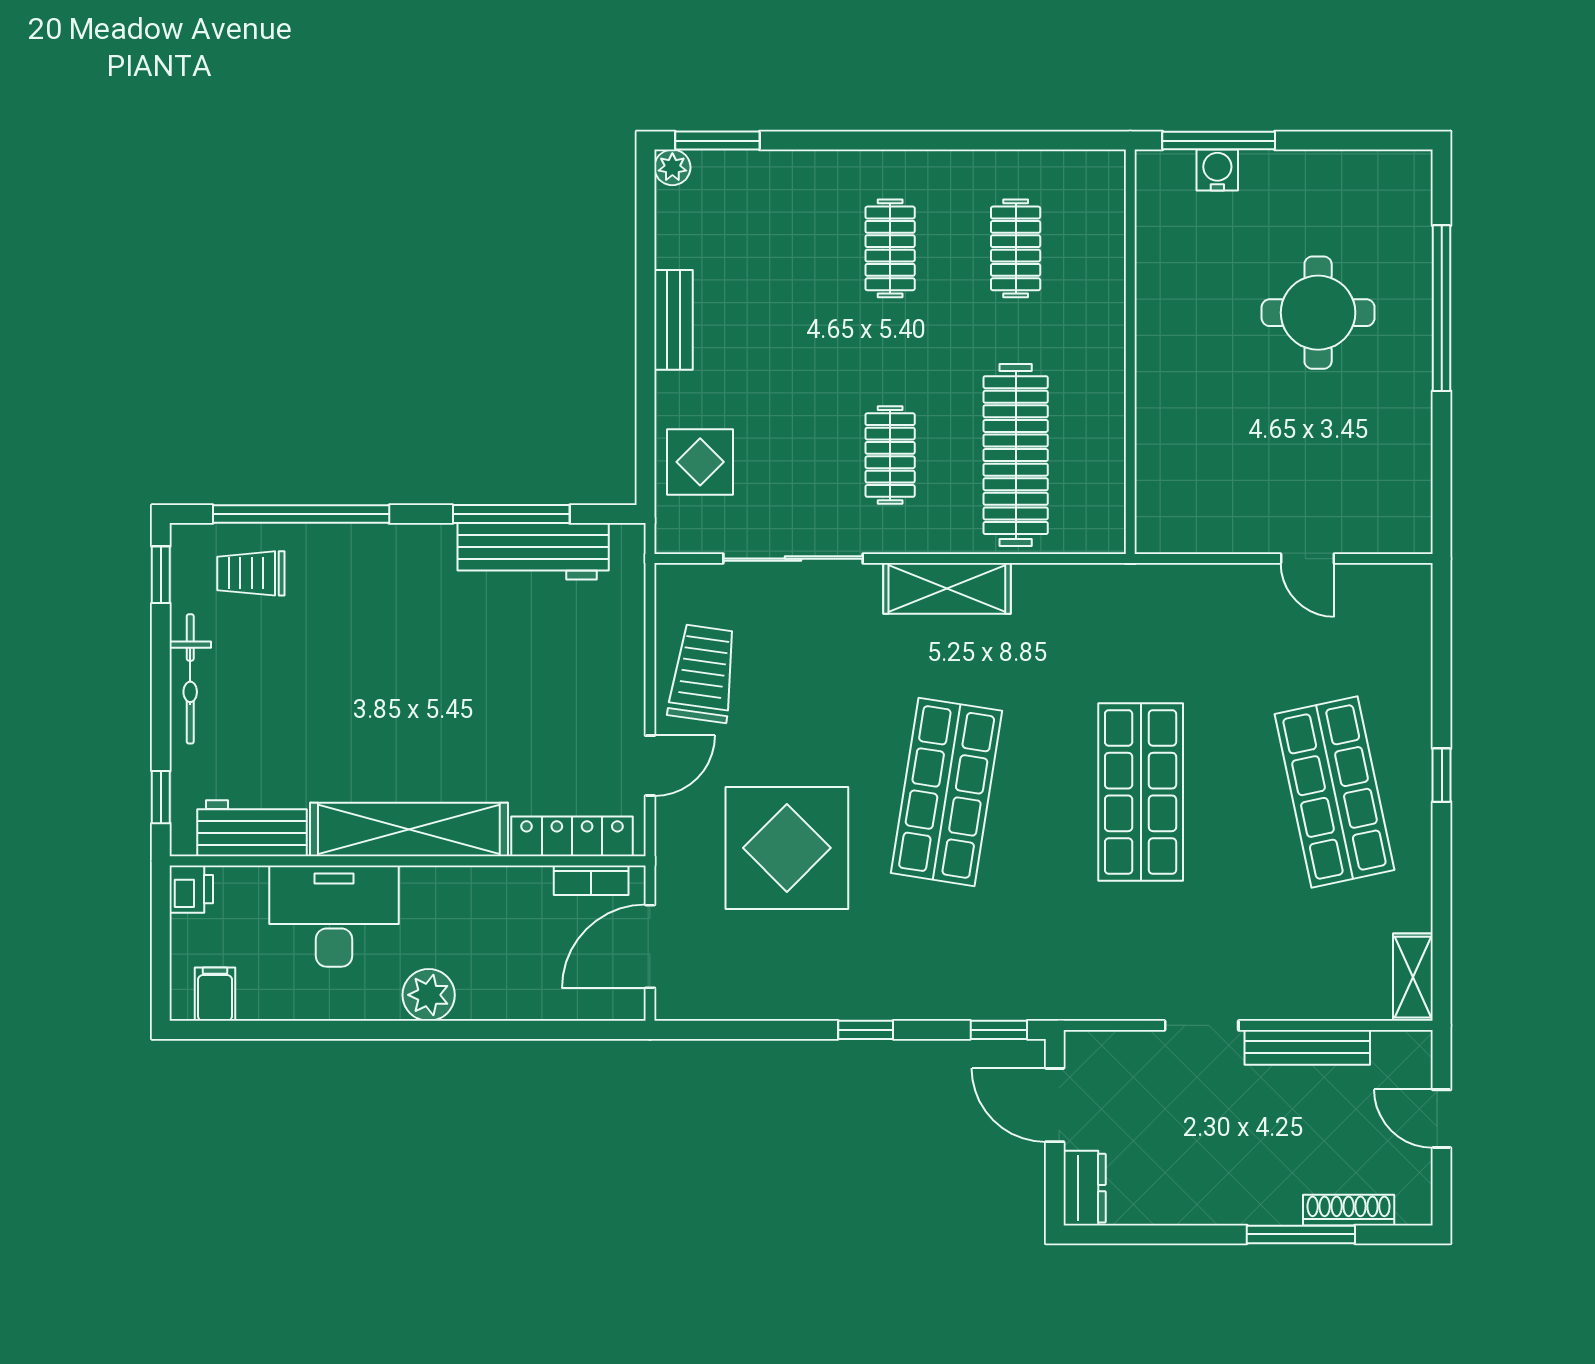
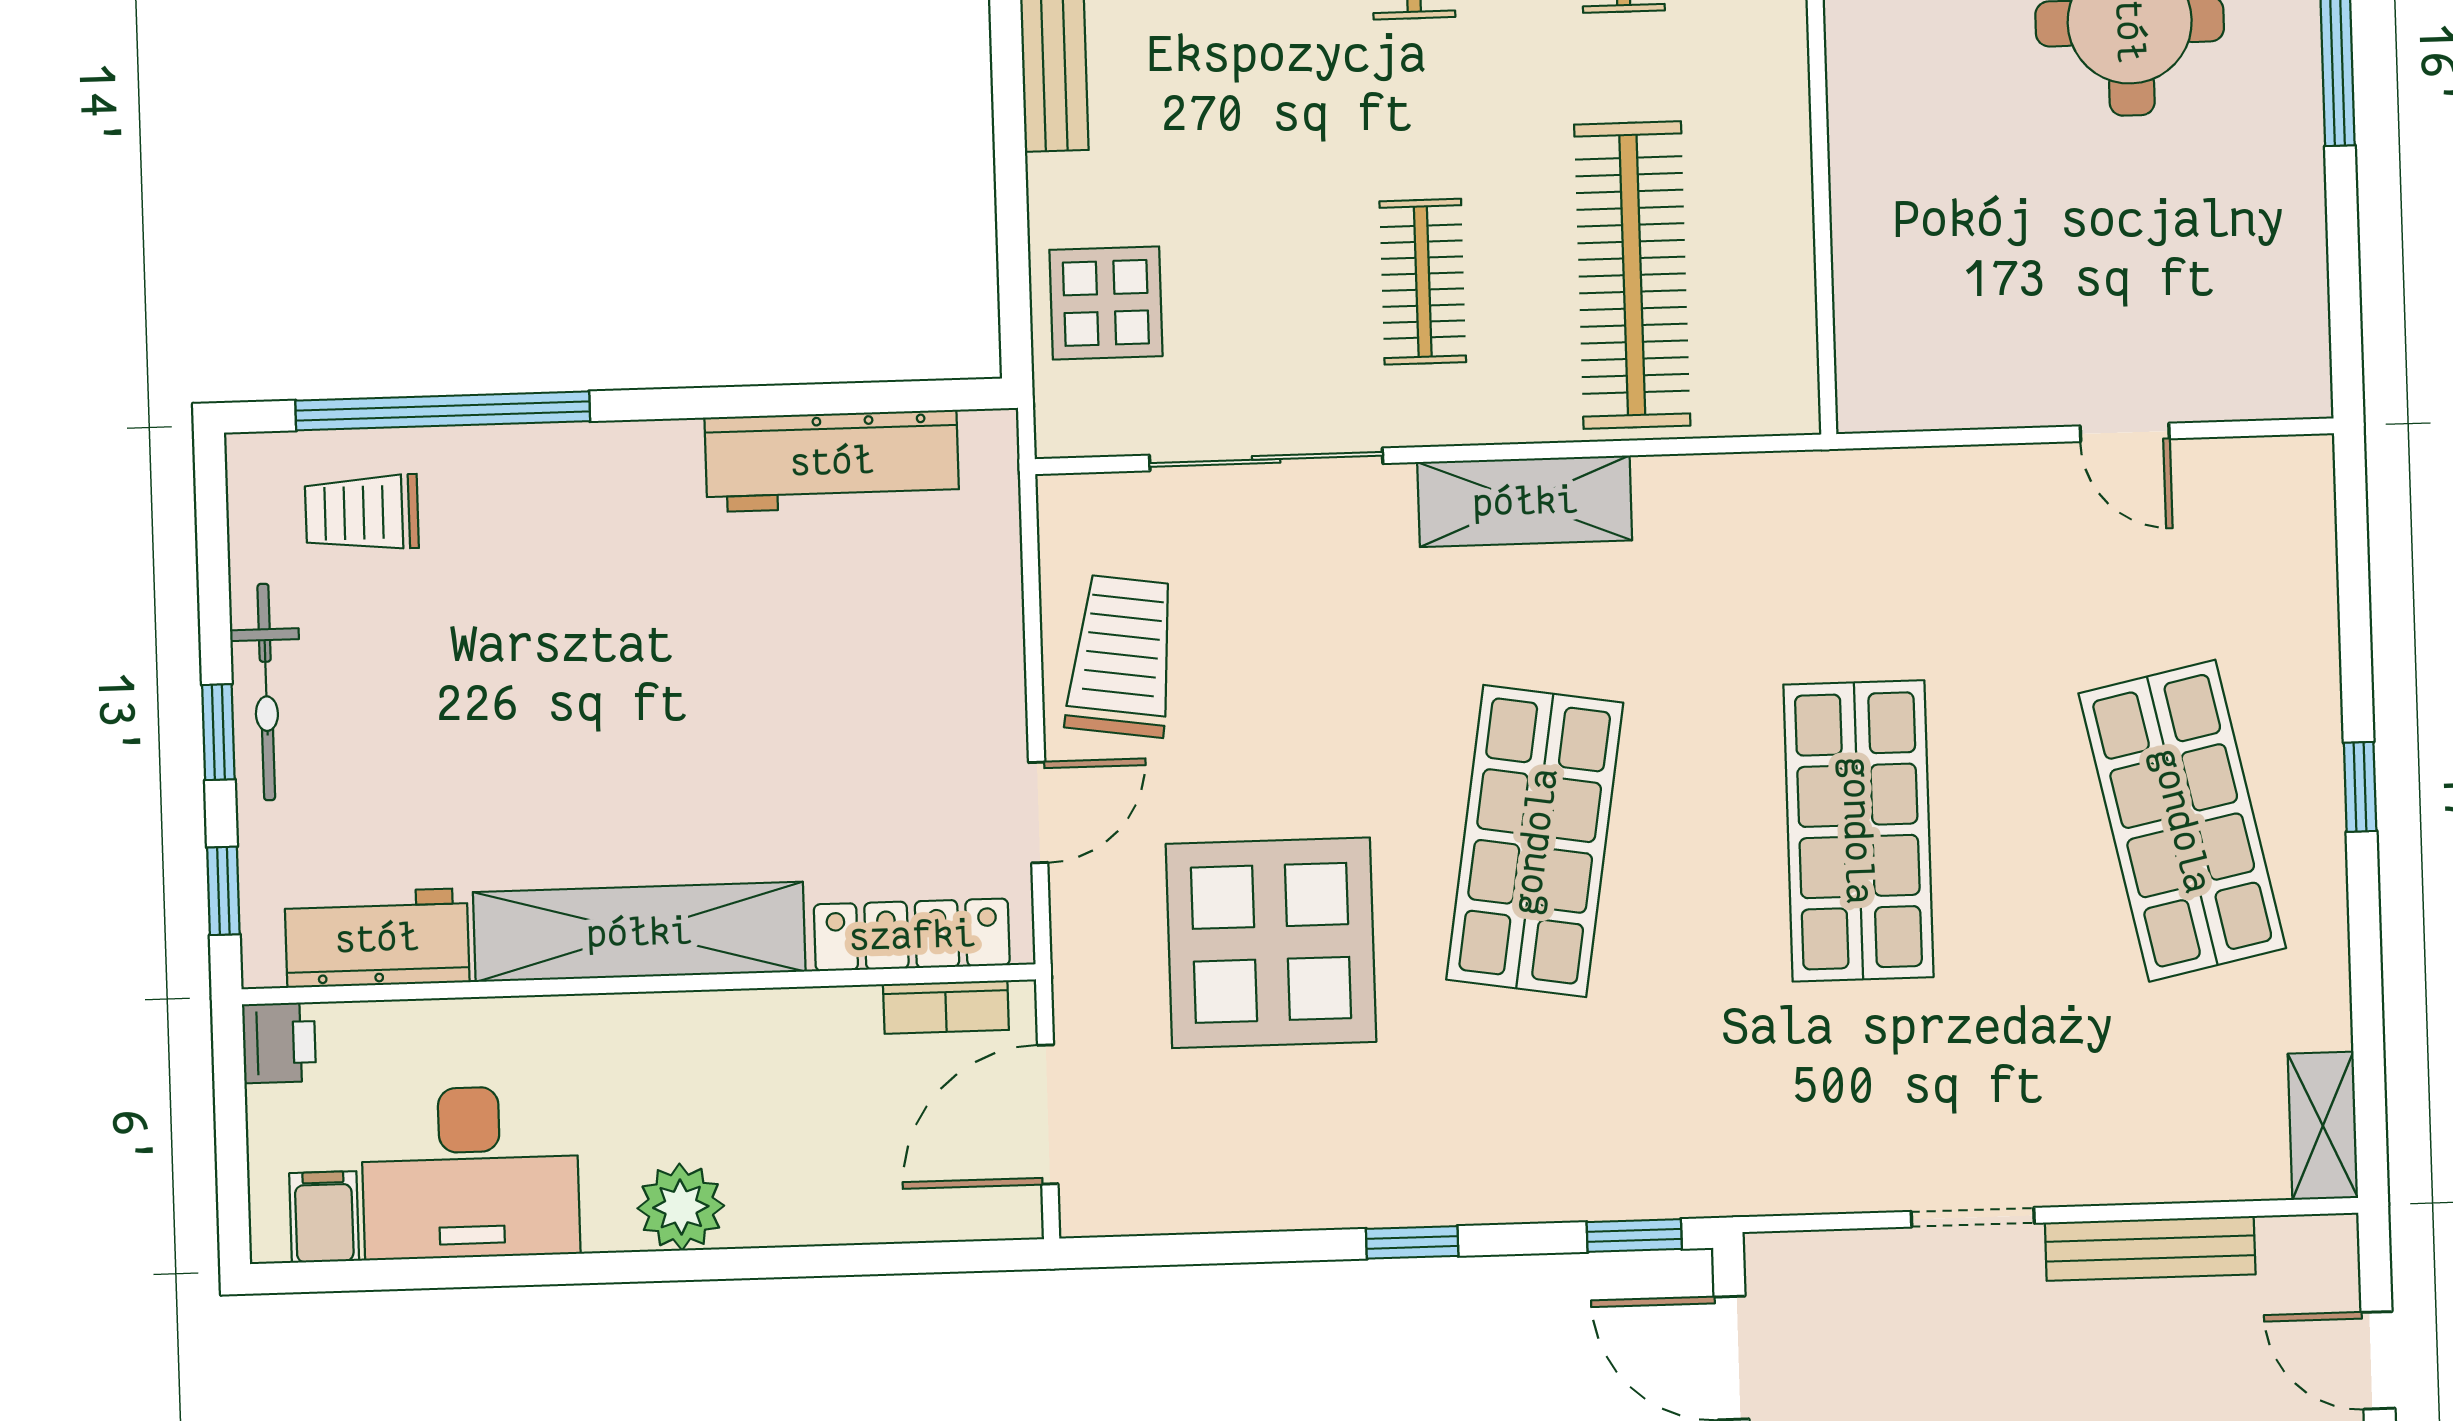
window: (511, 514) -> (793, 400), removed
window: (161, 575) -> (218, 732), moved
desk: (334, 916) -> (470, 1172), moved, turned 180

